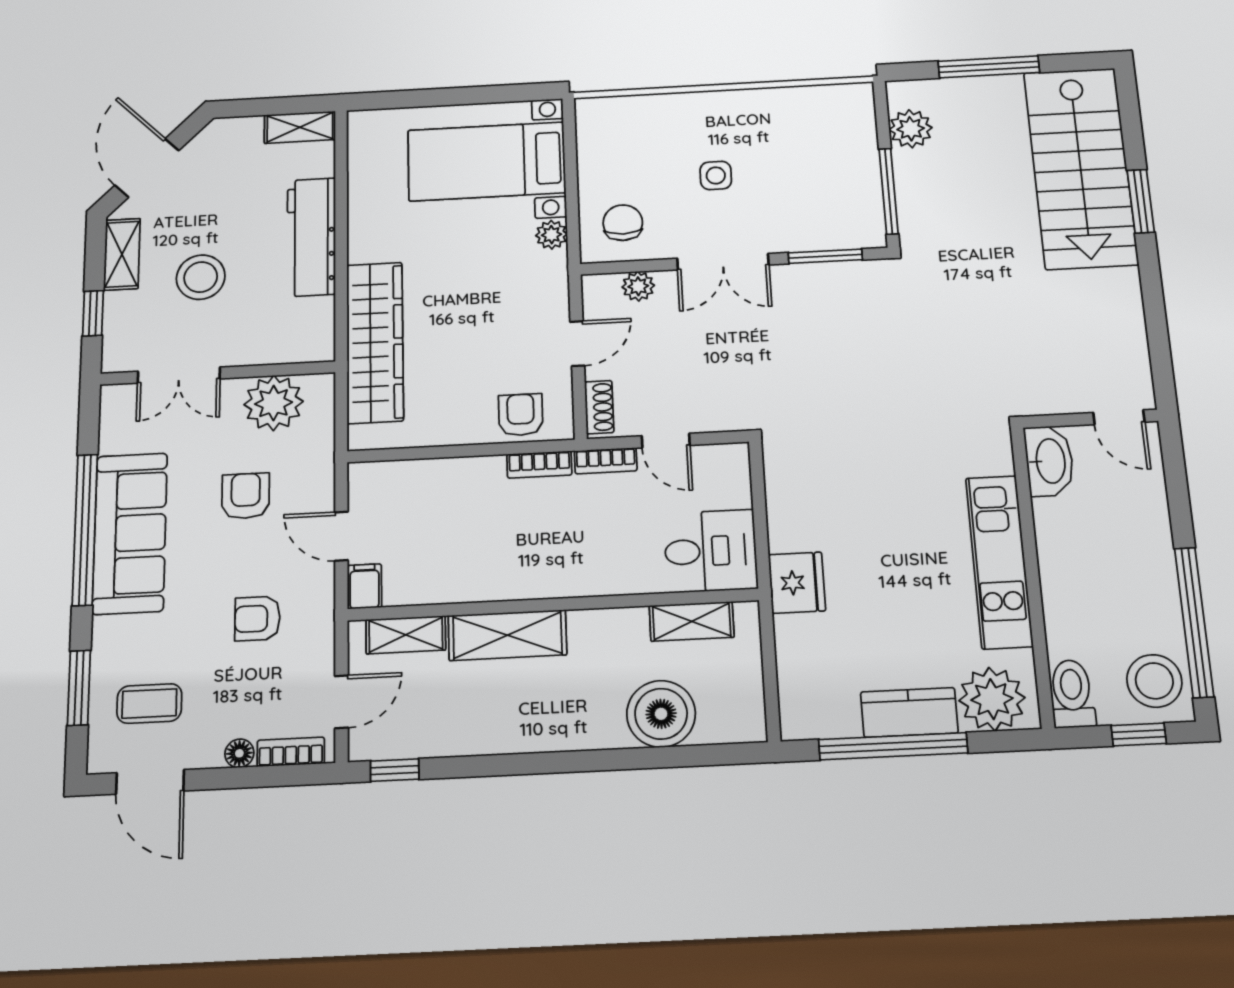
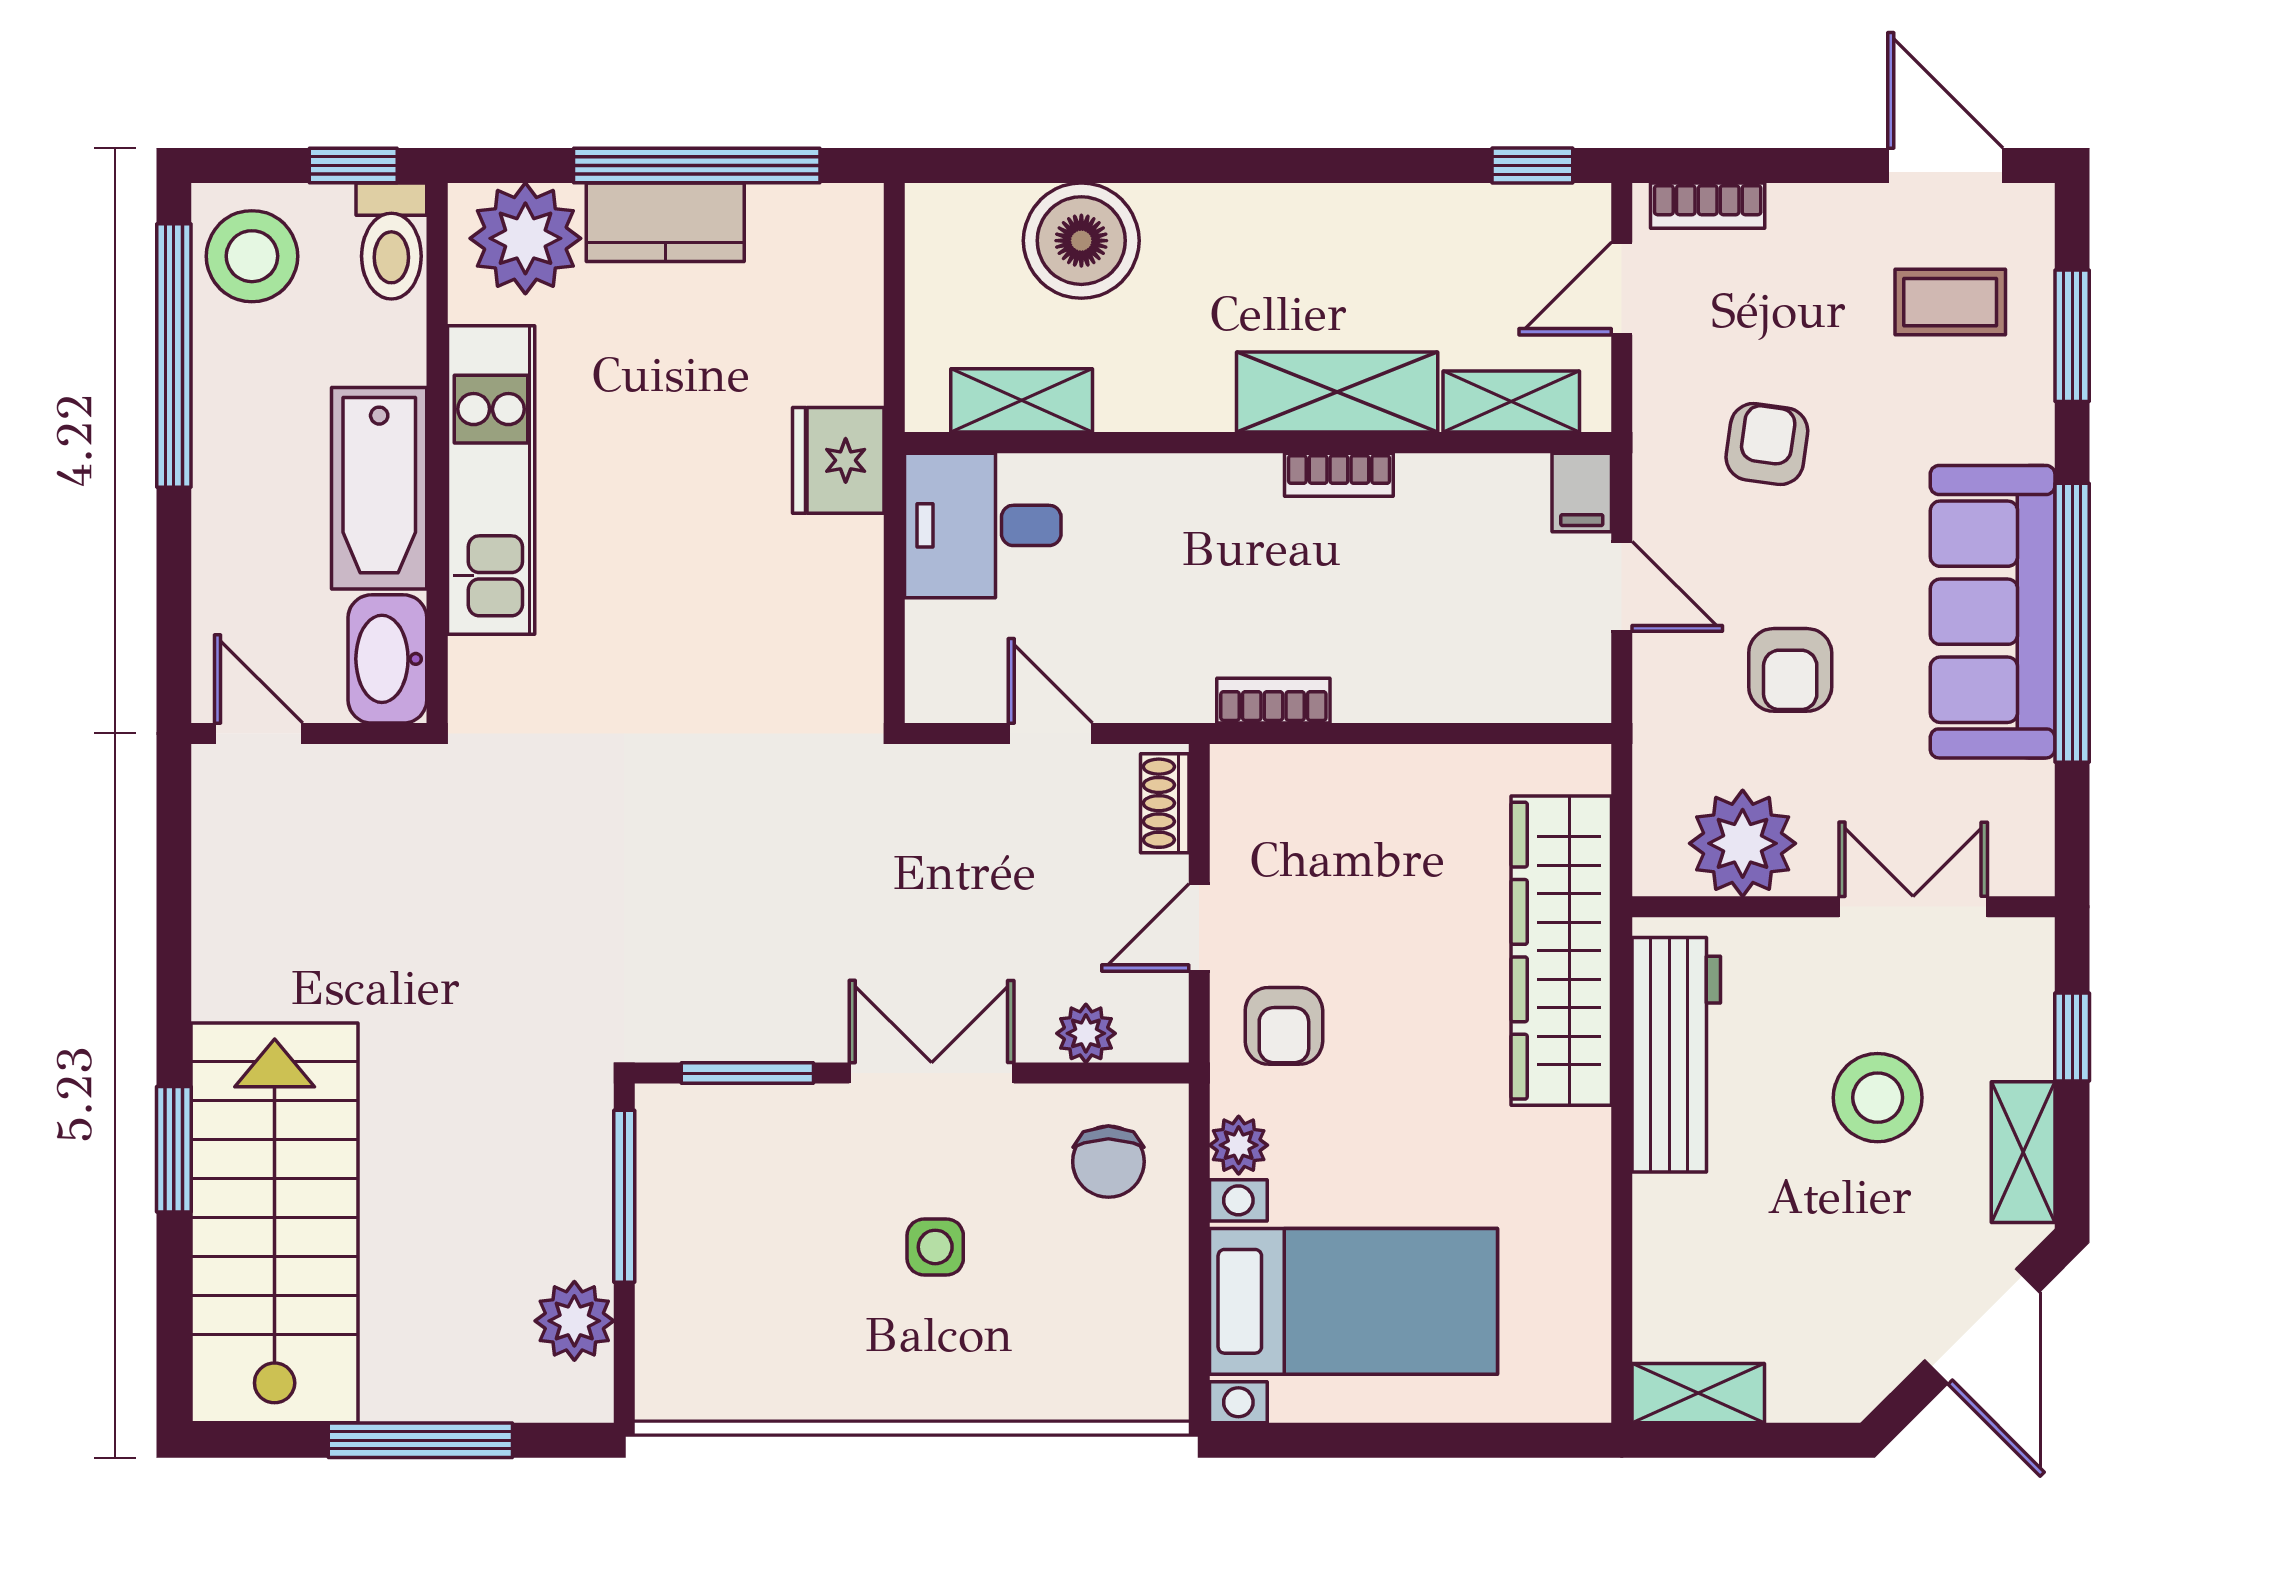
workbench: (311, 237) -> (1676, 1055), moved
armchair: (521, 415) -> (1284, 1026), moved
bookcase: (606, 461) -> (1339, 475), moved, turned 180
bathtub: (1064, 554) -> (379, 488), added
armchair: (257, 619) -> (1767, 444), turned -82
window: (1139, 734) -> (353, 166), moved
floor lamp: (239, 753) -> (1795, 207), removed

